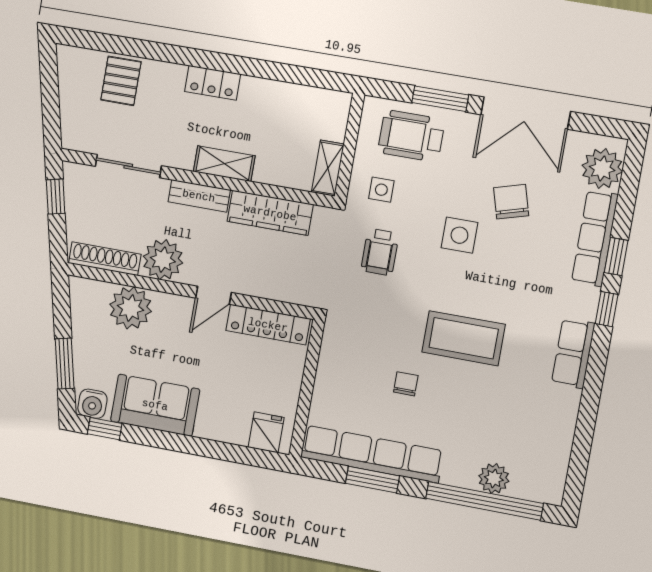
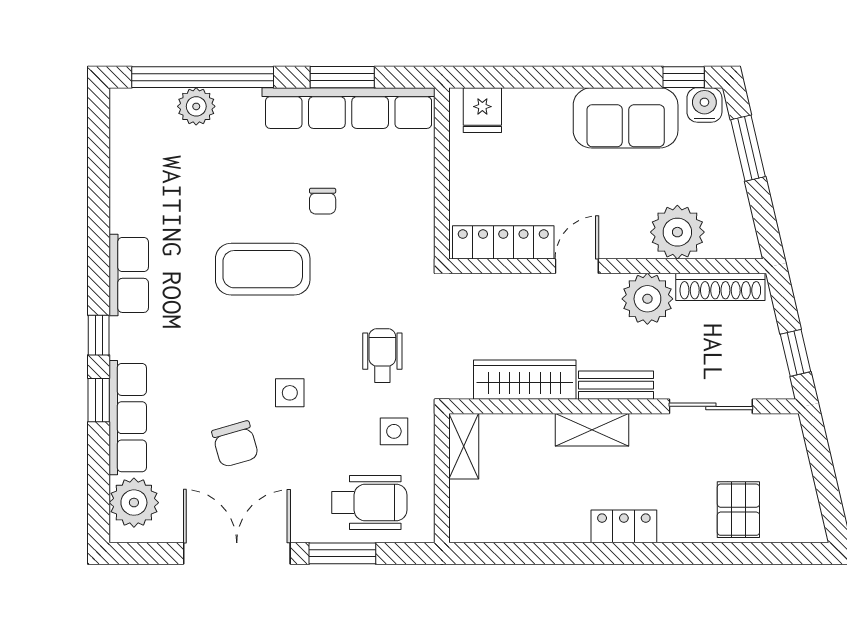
side table: (459, 235) -> (290, 393), width x0.73, depth x0.73

